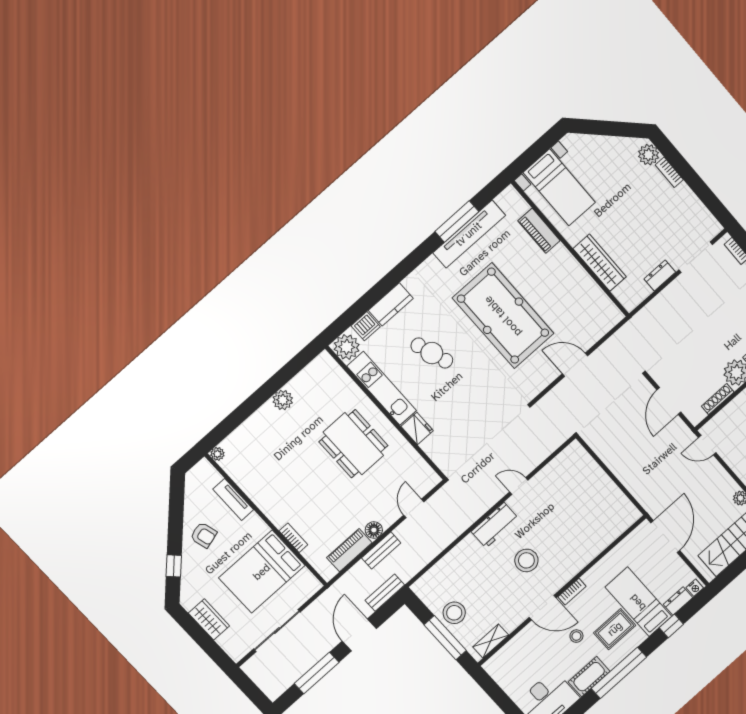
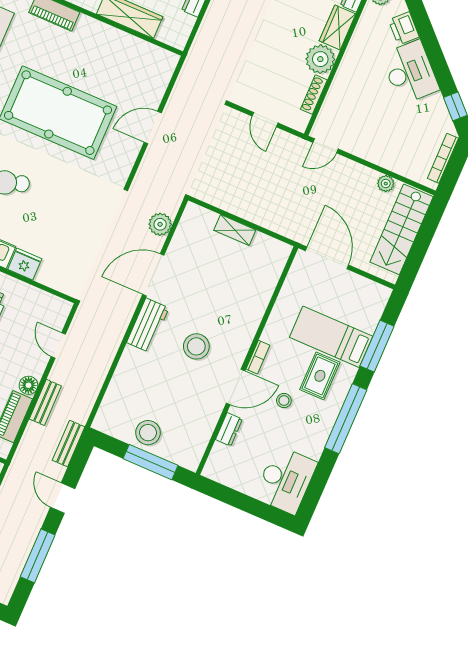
door: (669, 401) -> (265, 120), width x0.73
plant: (544, 447) -> (160, 224), added
door: (519, 486) -> (153, 275), width x1.87
nightstand: (695, 588) -> (383, 296), removed
dresser: (678, 601) -> (229, 429), moved, turned 180
window: (671, 626) -> (377, 346), width x2.17
door: (359, 635) -> (63, 498), width x0.73
shelving: (491, 641) -> (235, 230), moved, turned 90
cot: (589, 677) -> (317, 436), removed

